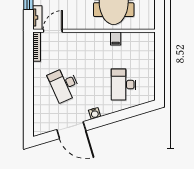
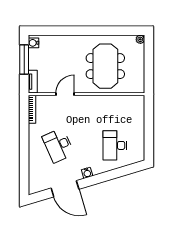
door: (53, 31) -> (65, 94), moved
filing cabinet: (116, 38) -> (107, 101), removed

